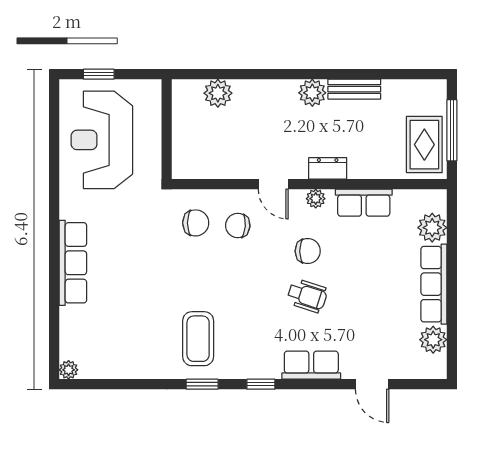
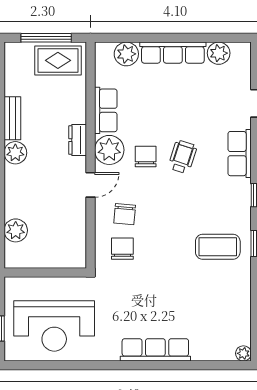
plant: (316, 199) -> (109, 150), width x1.88, depth x1.88

